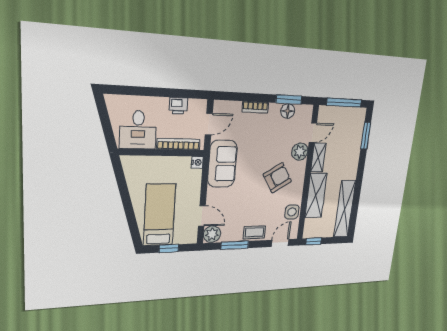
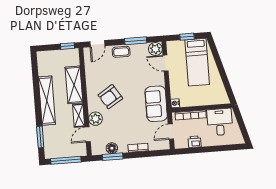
shelving: (345, 209) -> (47, 101), moved
side table: (292, 212) -> (92, 70), removed

